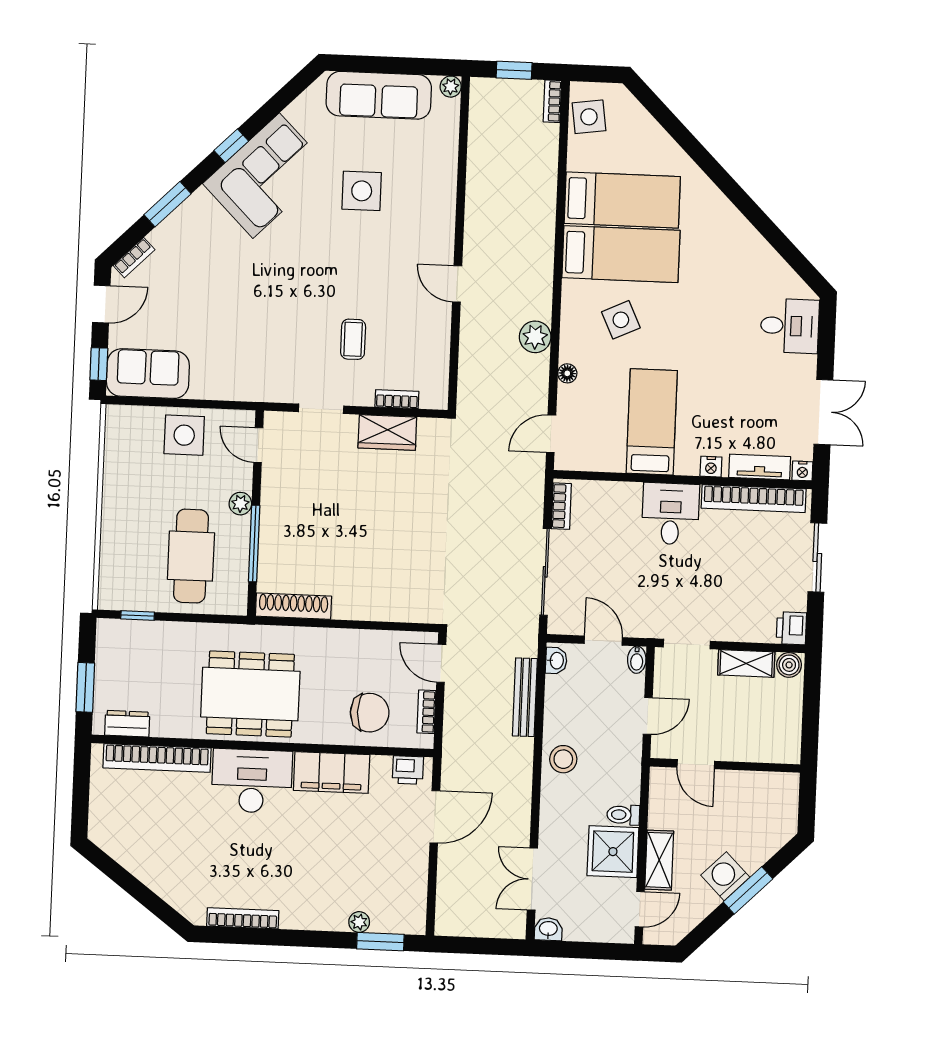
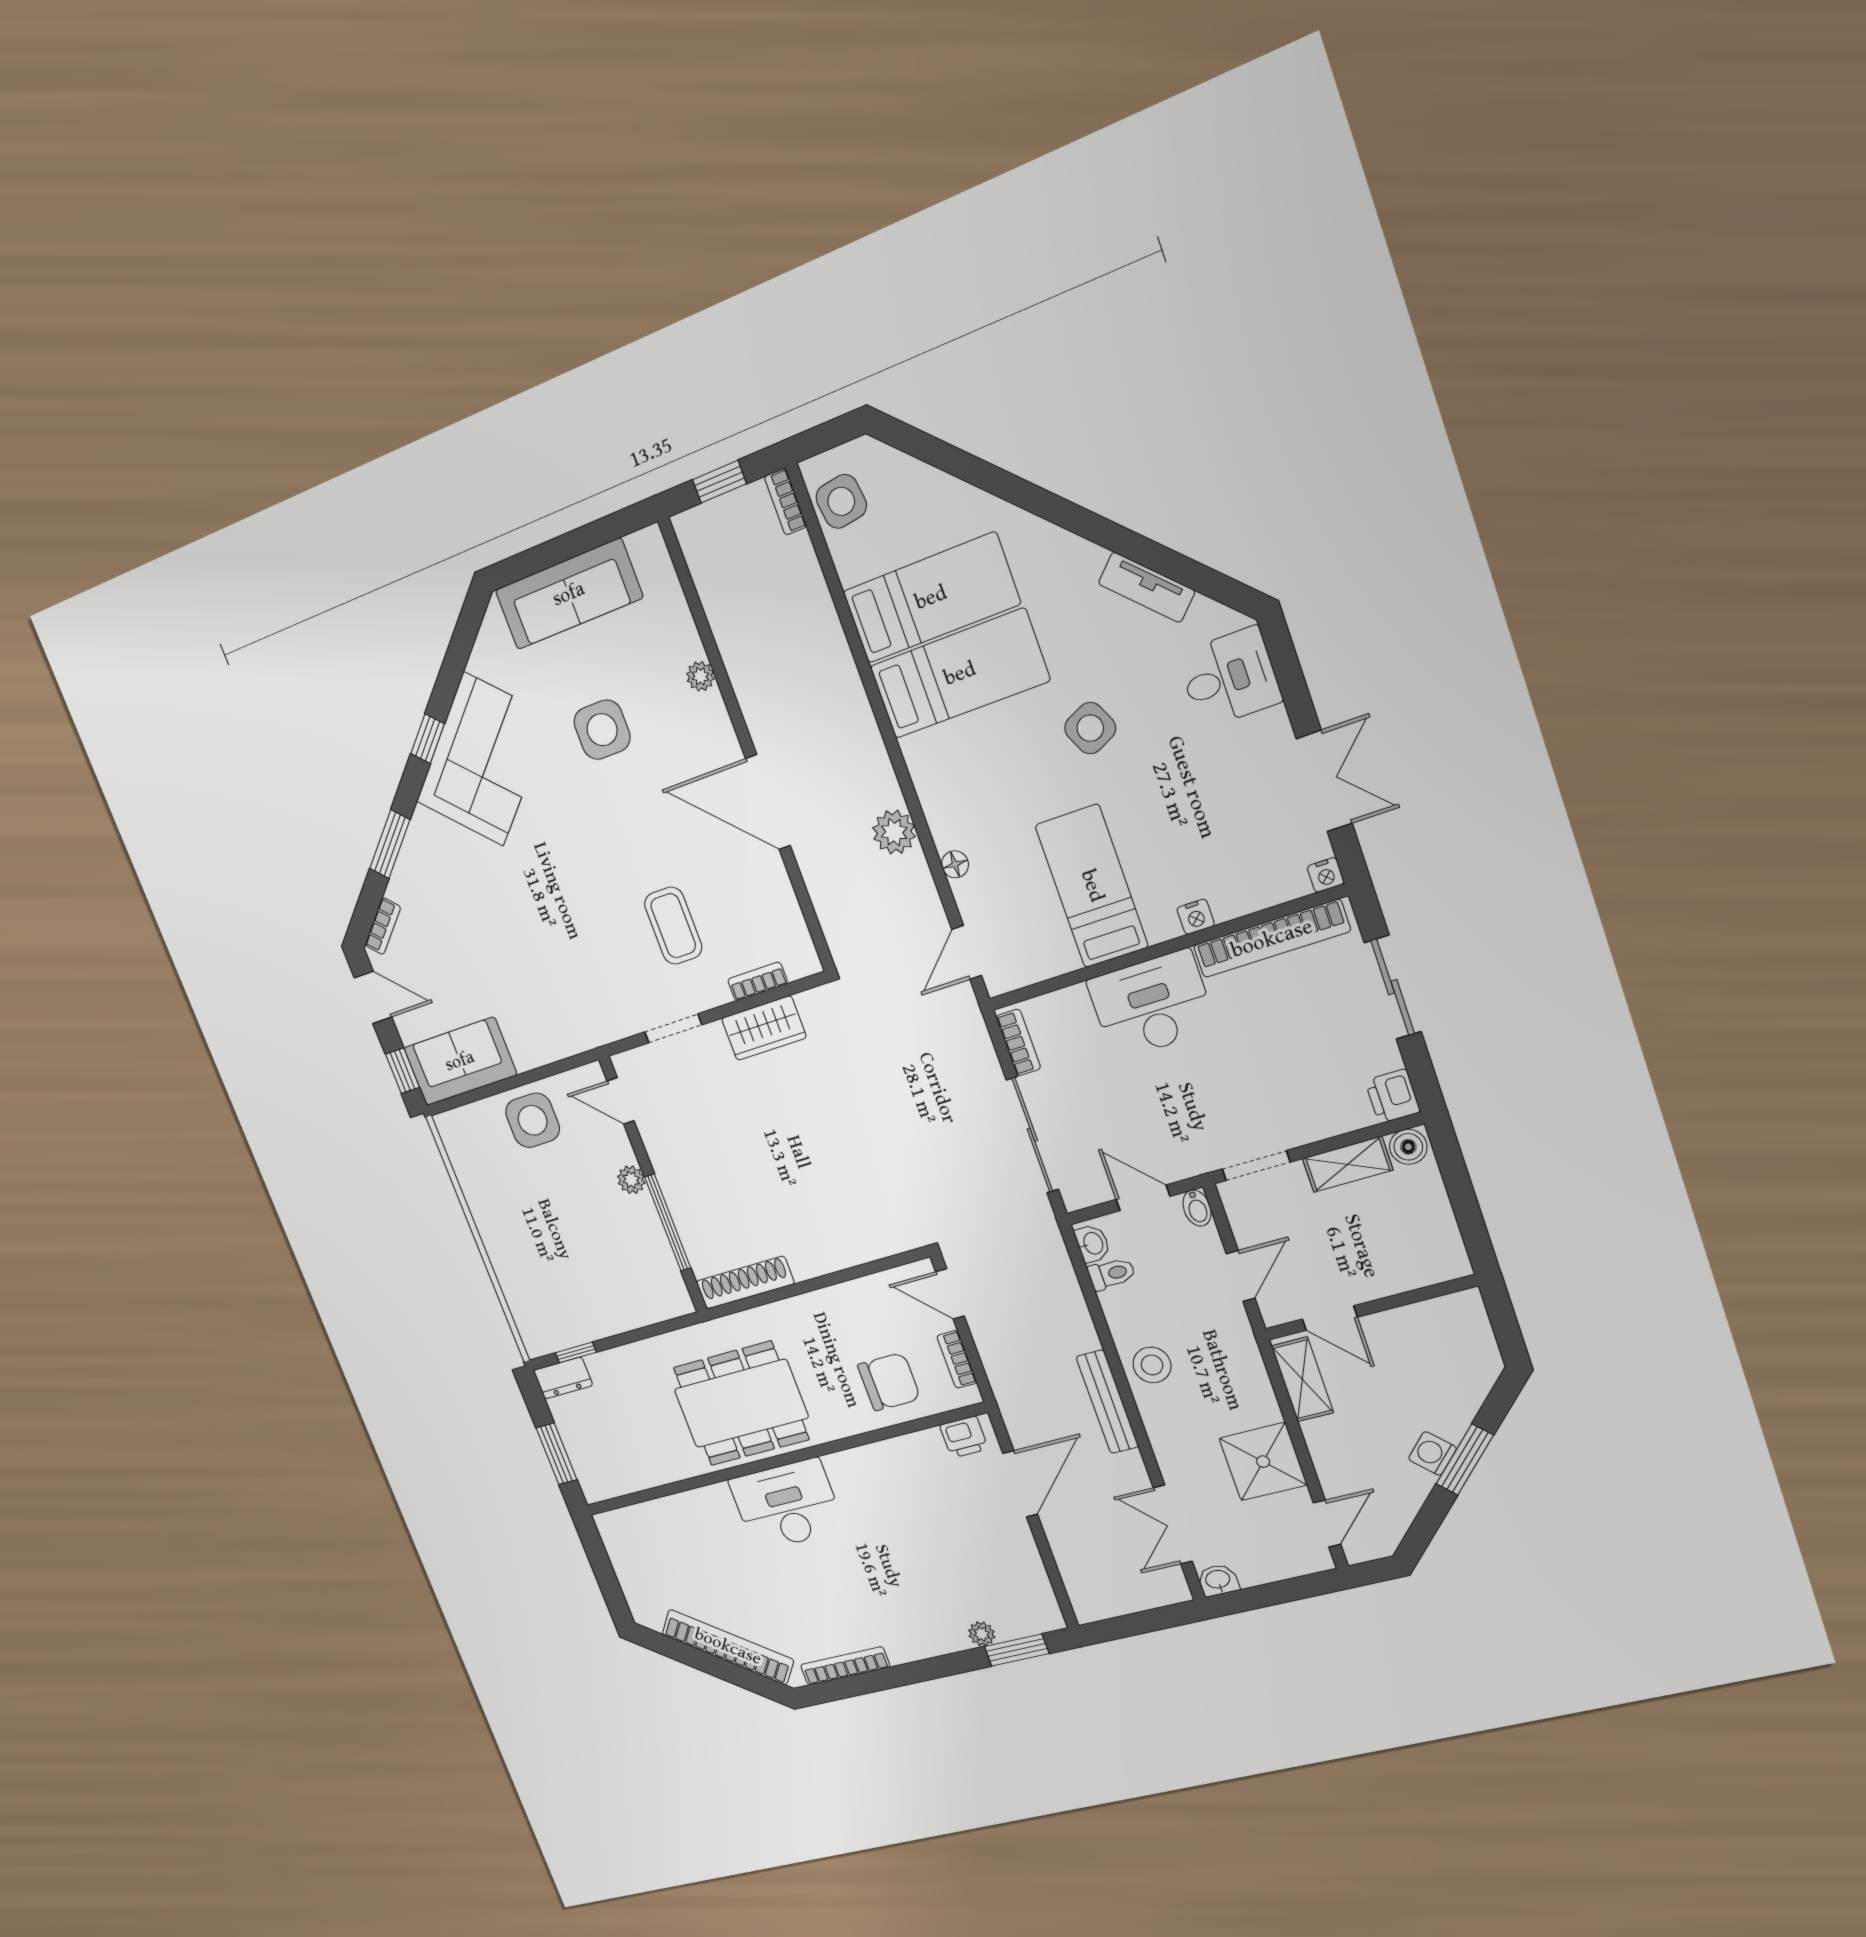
plant: (451, 87) -> (700, 676), moved
door: (457, 284) -> (768, 802), width x1.88
door: (101, 304) -> (373, 997), hinge flipped
side table: (621, 320) -> (1090, 728), moved
coffee table: (353, 339) -> (673, 926), width x1.36, depth x1.30
tv unit: (760, 467) -> (1147, 587), moved, turned -135
desk: (671, 514) -> (1152, 1005), width x1.37
cafe table: (191, 556) -> (603, 1262), removed
bench: (525, 697) -> (1107, 1402), moved
dresser: (127, 724) -> (563, 1378), moved, turned 180
bookcase: (157, 758) -> (728, 1647), moved, turned -143
filing cabinet: (332, 773) -> (875, 1467), removed
toilet: (623, 815) -> (1112, 1274), moved, turned 180
shelving: (659, 860) -> (1302, 1379), moved
washing machine: (725, 876) -> (1432, 1453), width x0.73, depth x0.73

